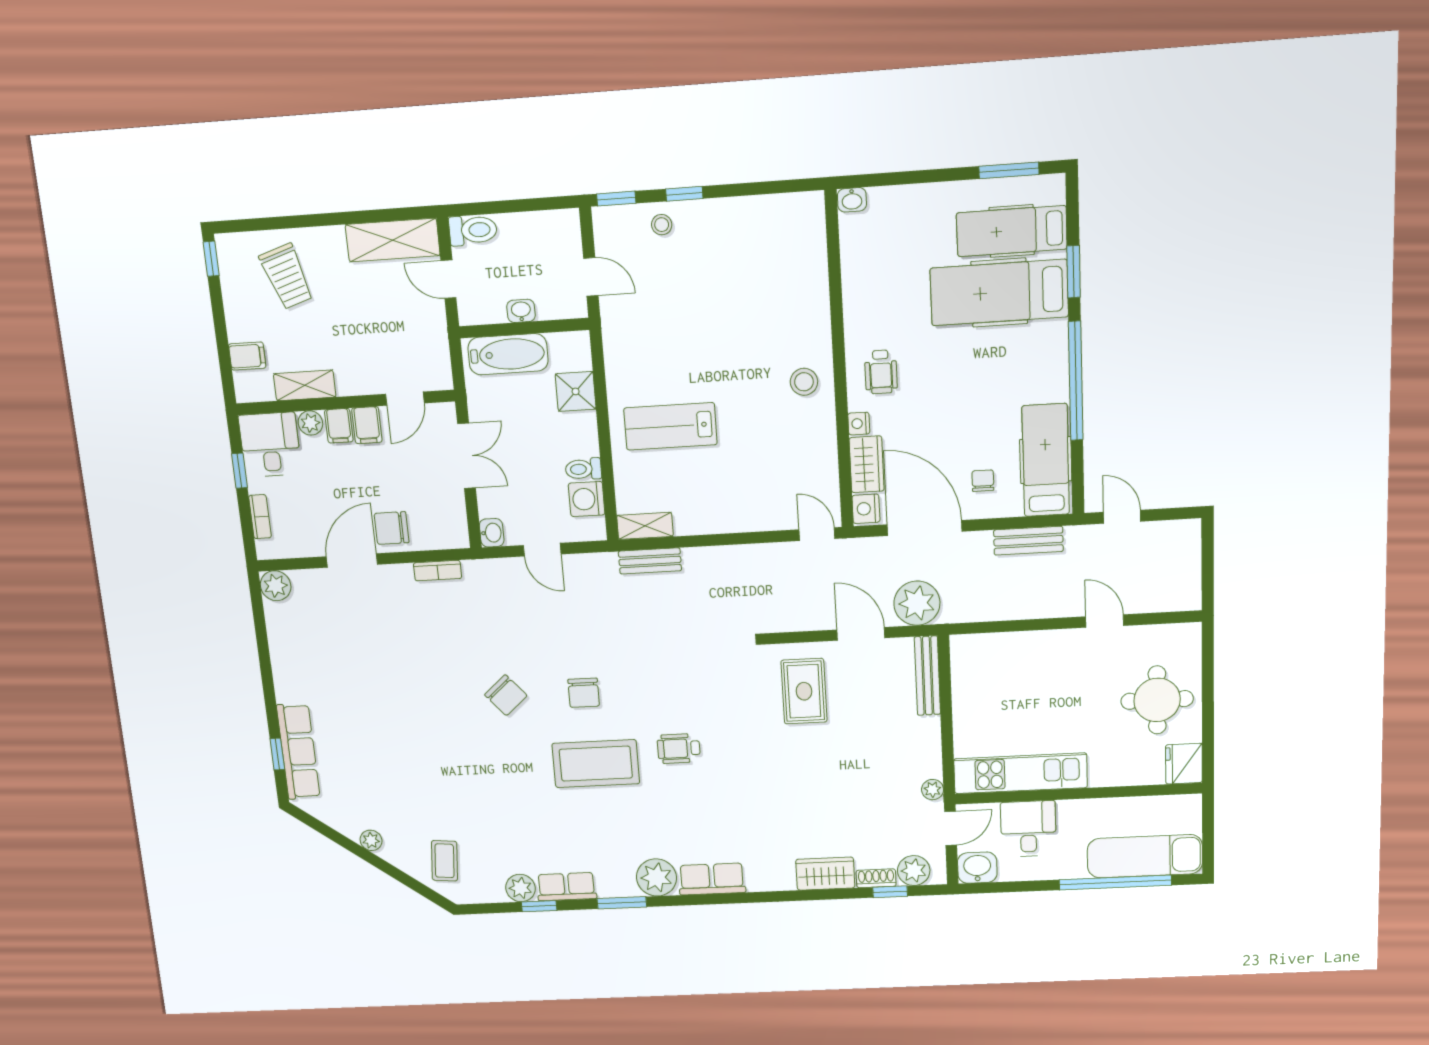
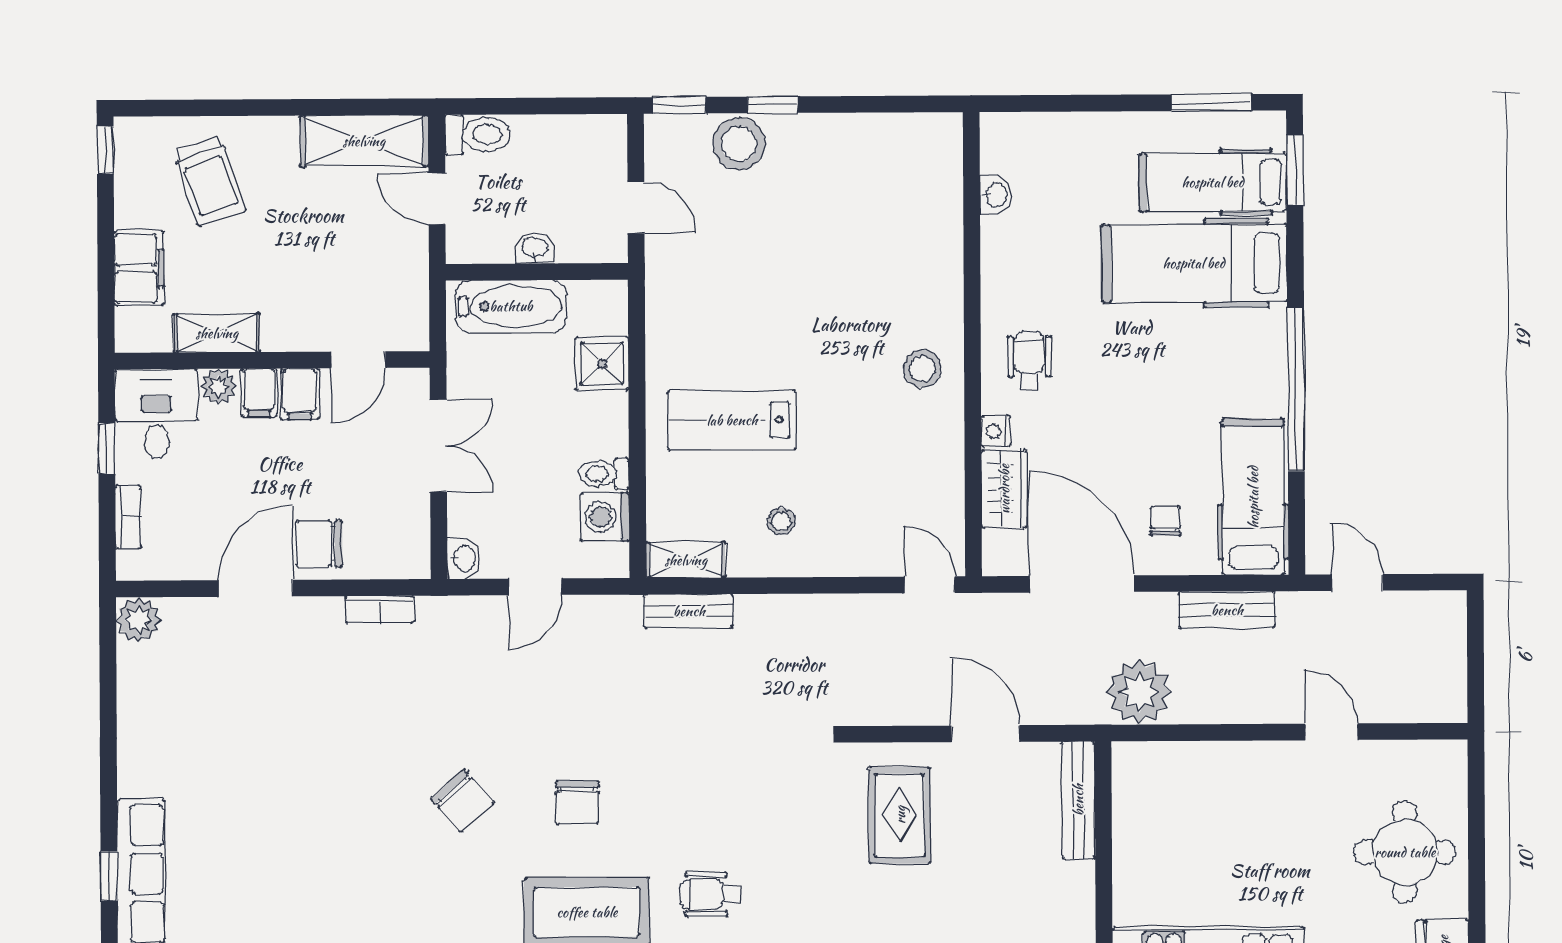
washbasin: (852, 200) -> (995, 195), moved, turned -90
stool: (662, 225) -> (739, 144), width x1.89, depth x1.89
window: (1074, 272) -> (1295, 170), moved
filing cabinet: (247, 356) -> (139, 268), width x2.00
wheelchair: (881, 372) -> (1029, 361), turned 180
stool: (710, 495) -> (781, 521), added
nightstand: (866, 509) -> (1001, 552), removed
door: (542, 550) -> (535, 587), hinge flipped
plant: (917, 603) -> (1139, 692), moved

